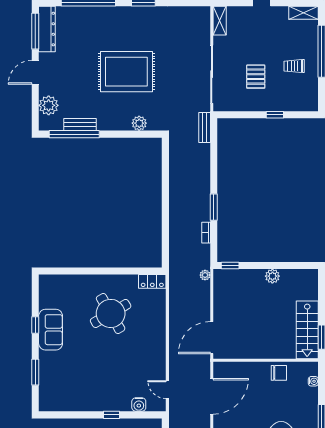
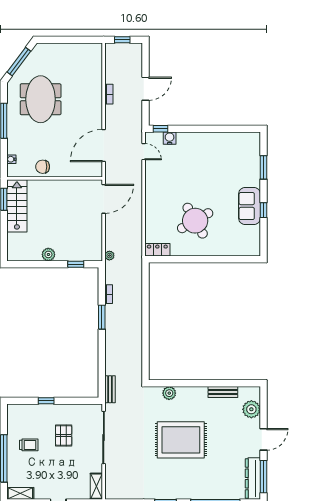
window: (74, 134) -> (228, 383), removed
window: (230, 265) -> (76, 264), moved
window: (111, 415) -> (160, 129), moved

